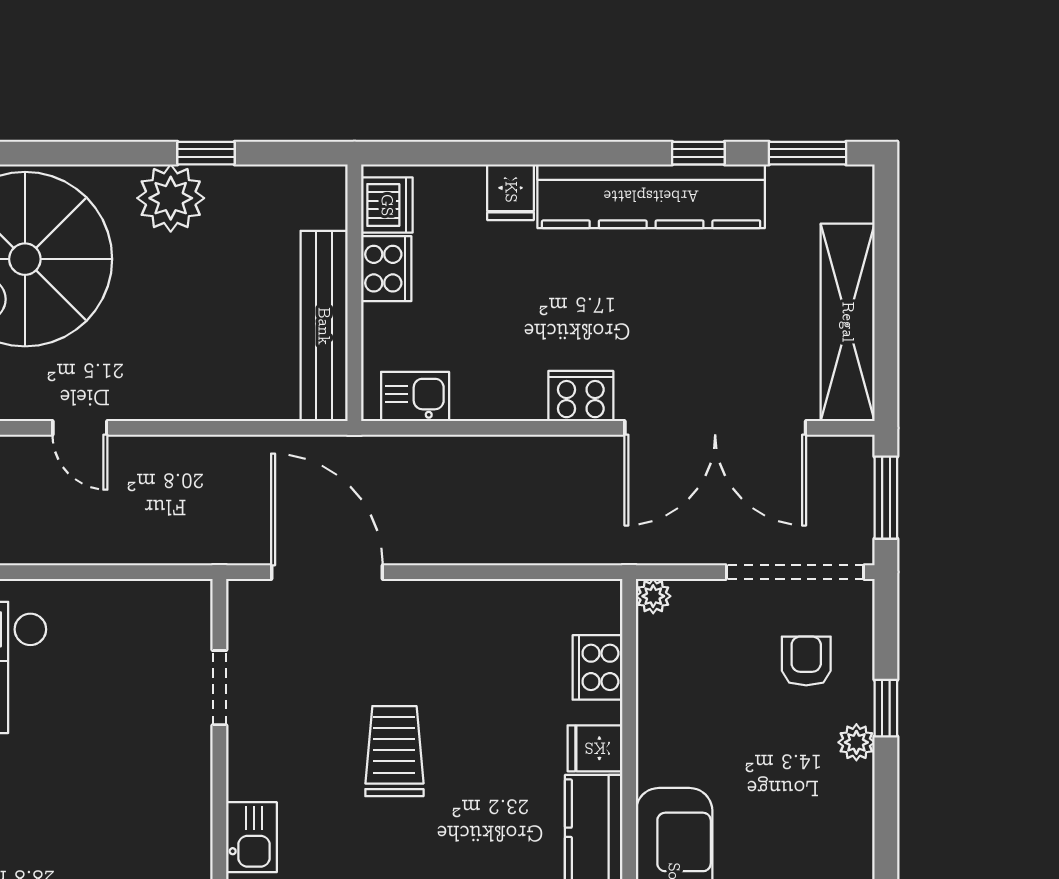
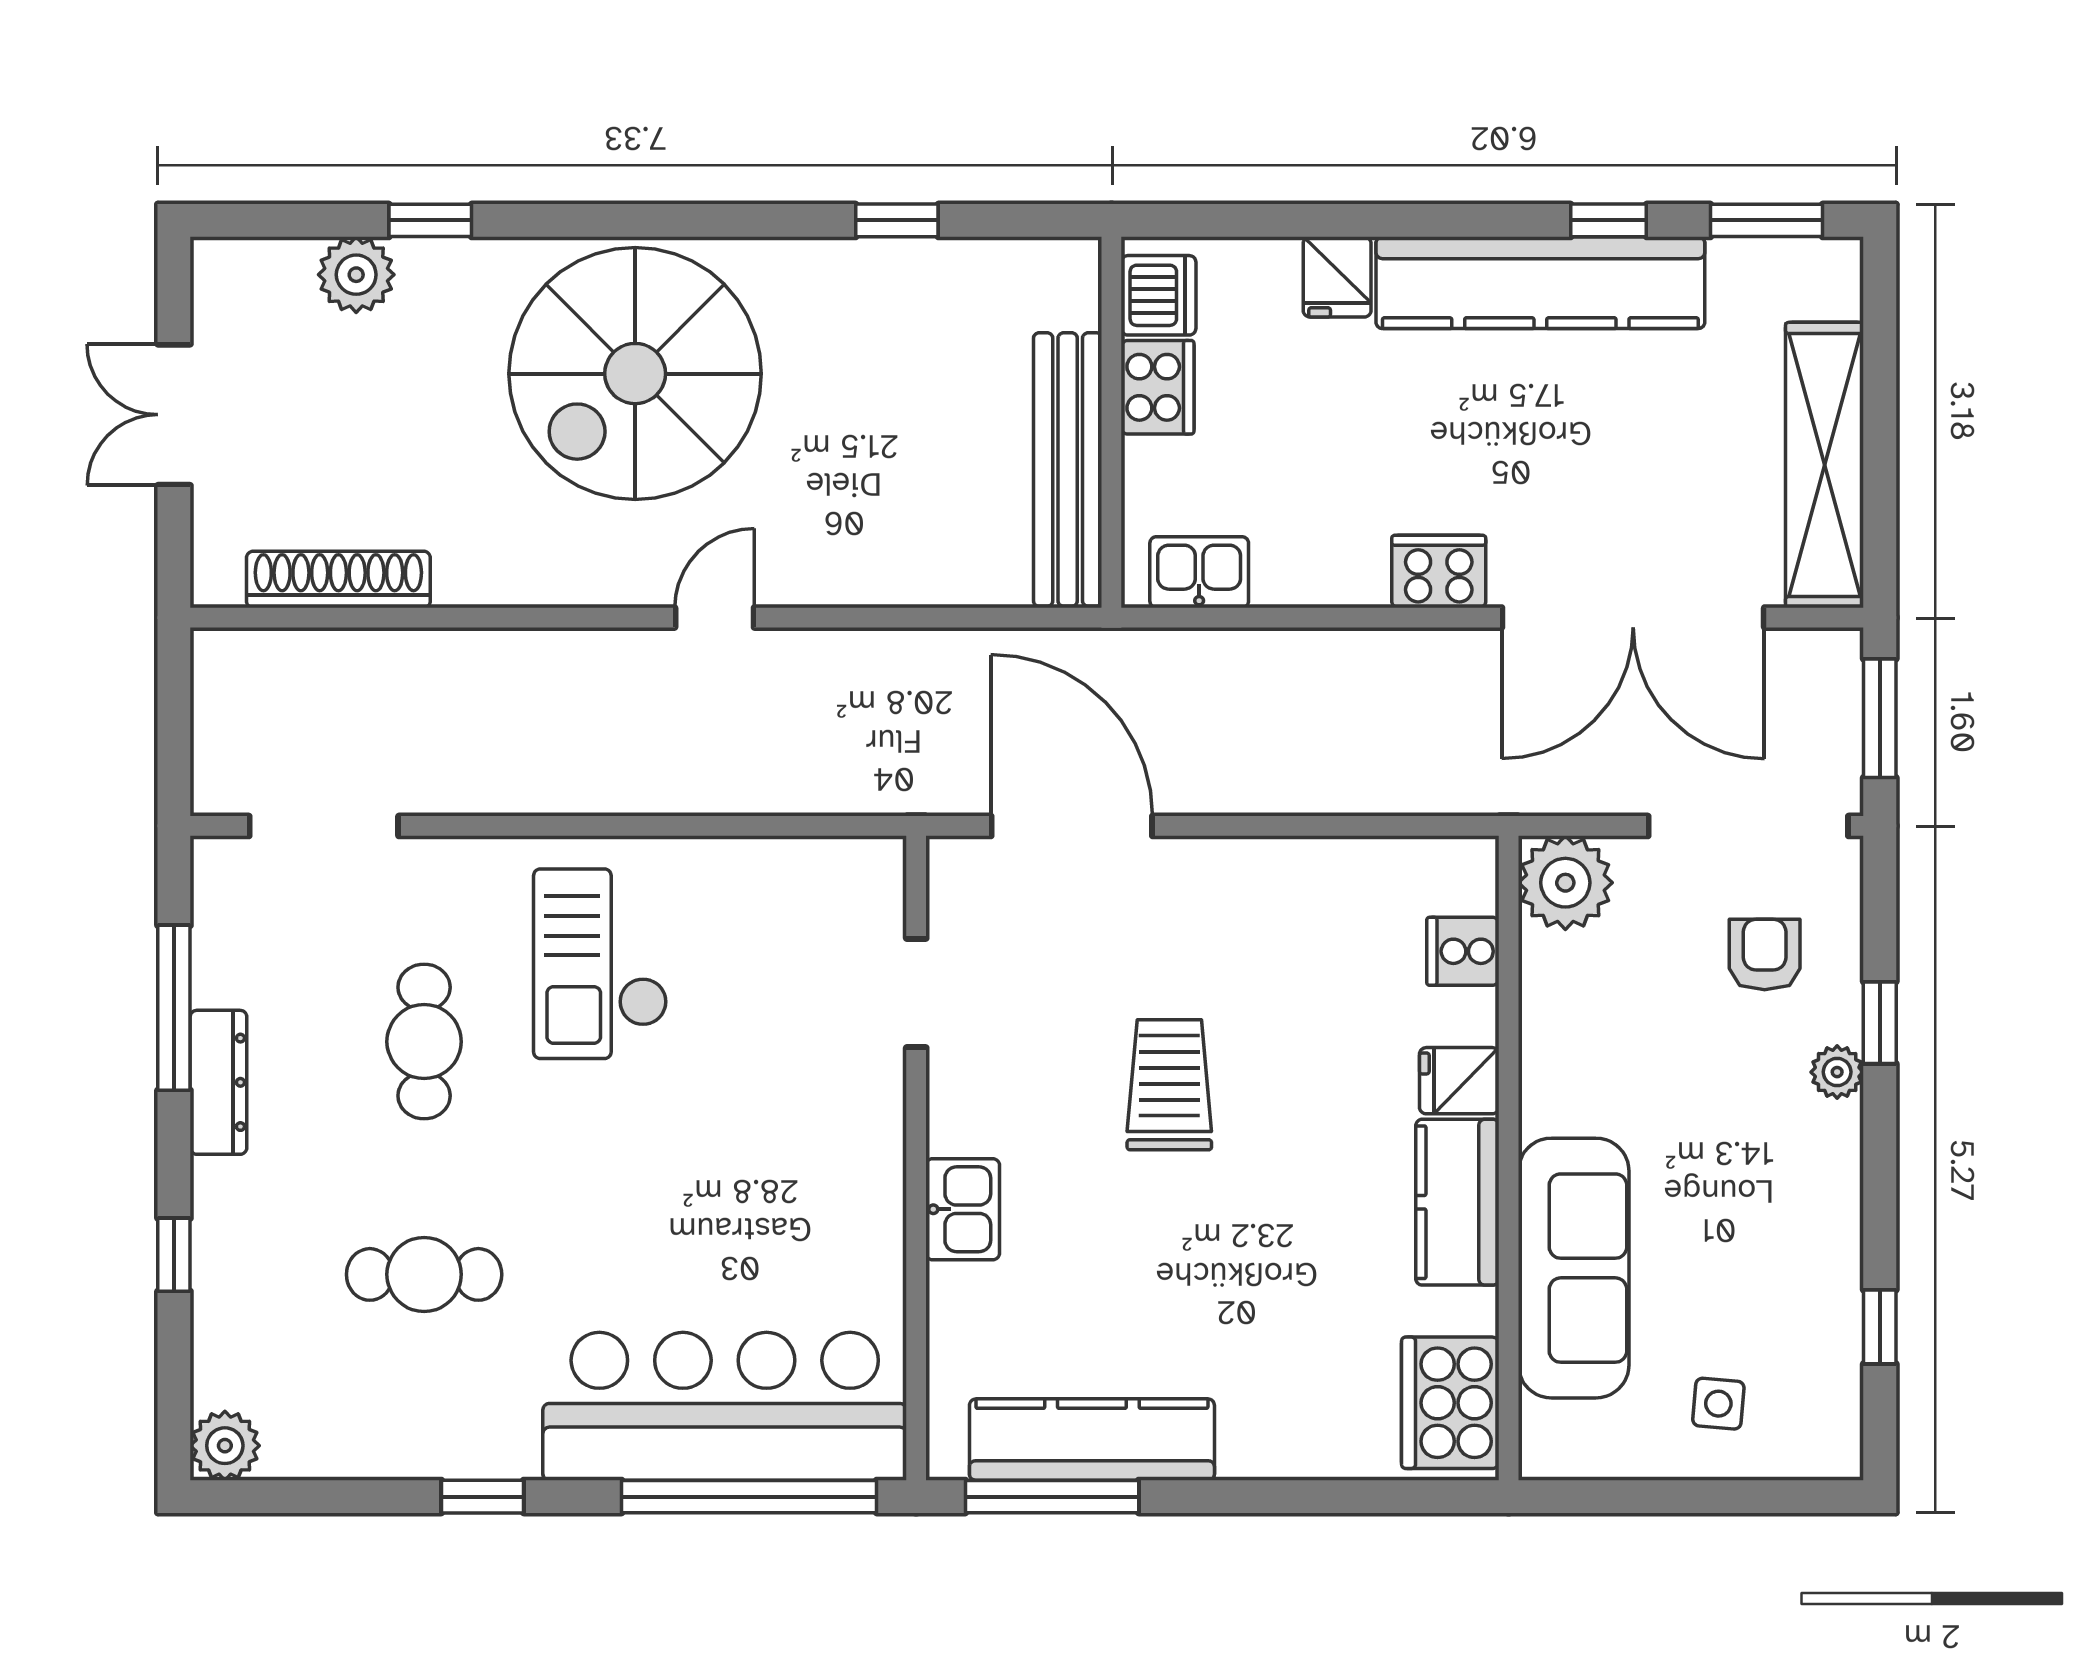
plant: (171, 198) -> (846, 285), removed
door: (80, 428) -> (715, 618), swing flipped
plant: (653, 596) -> (1565, 883), width x1.87, depth x1.87
cooker: (597, 667) -> (1463, 951), width x0.73

